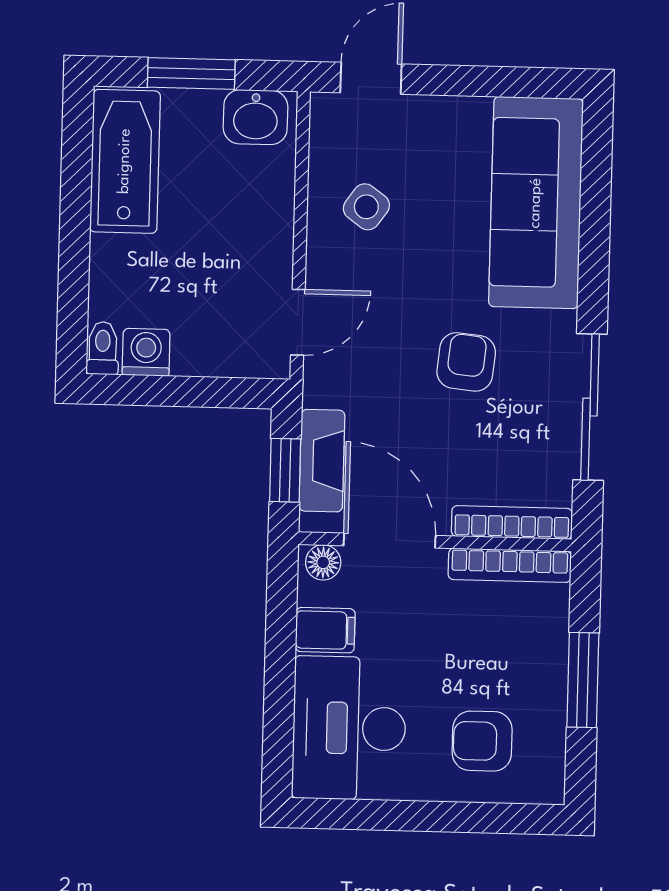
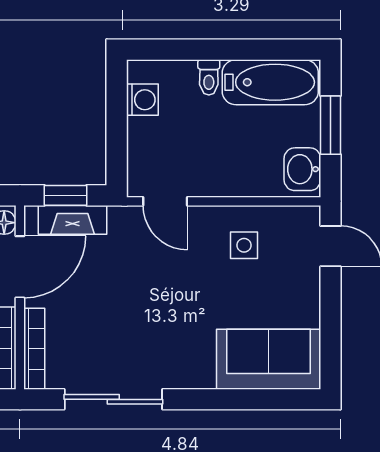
sofa: (536, 203) -> (269, 359), width x0.73
side table: (366, 207) -> (244, 245), turned -36
toilet: (103, 348) -> (209, 77), moved, turned 90
armchair: (466, 362) -> (141, 315), removed

